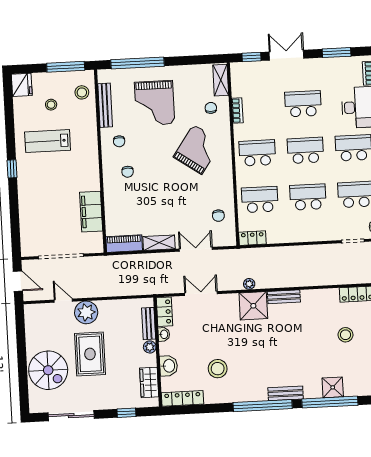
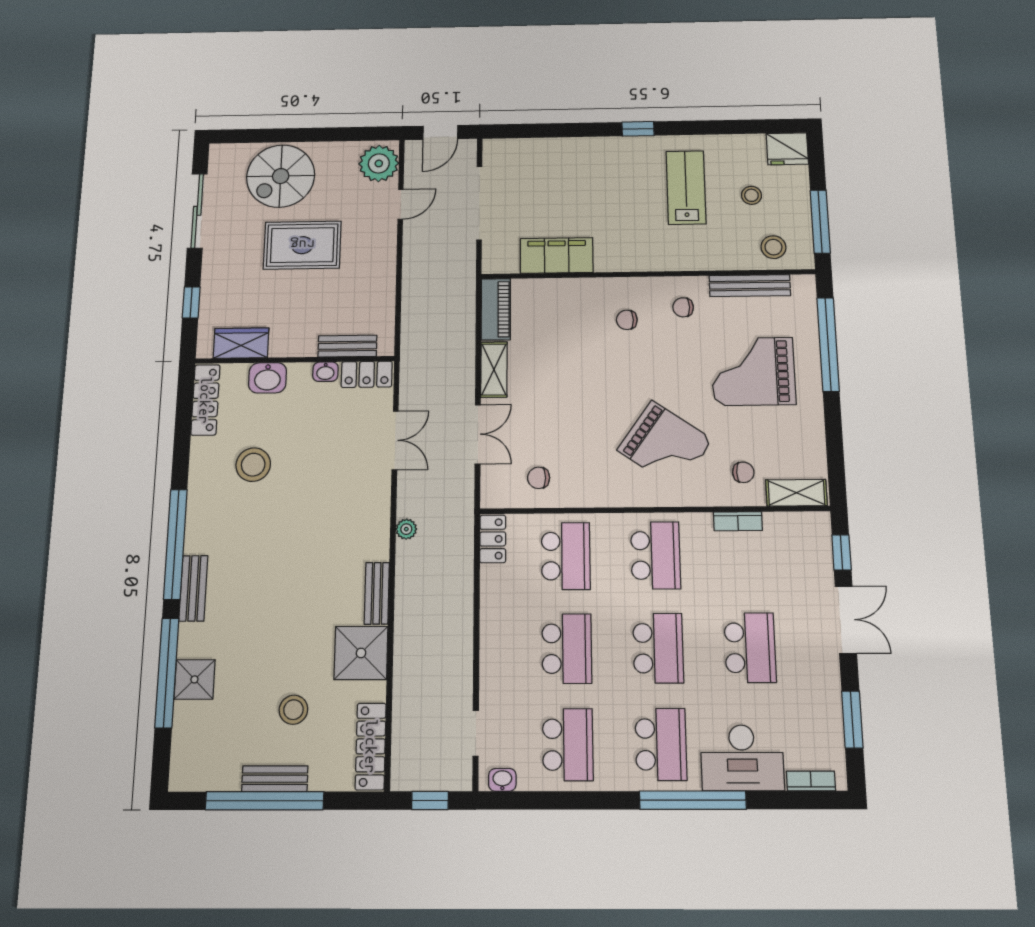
shower: (253, 306) -> (361, 653), moved
plant: (86, 312) -> (379, 163), moved
plant: (150, 347) -> (305, 346), removed

